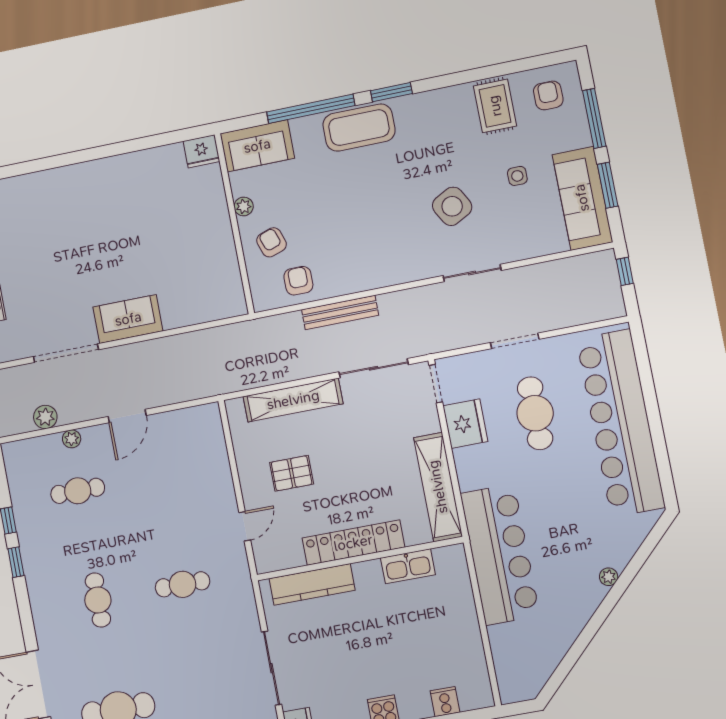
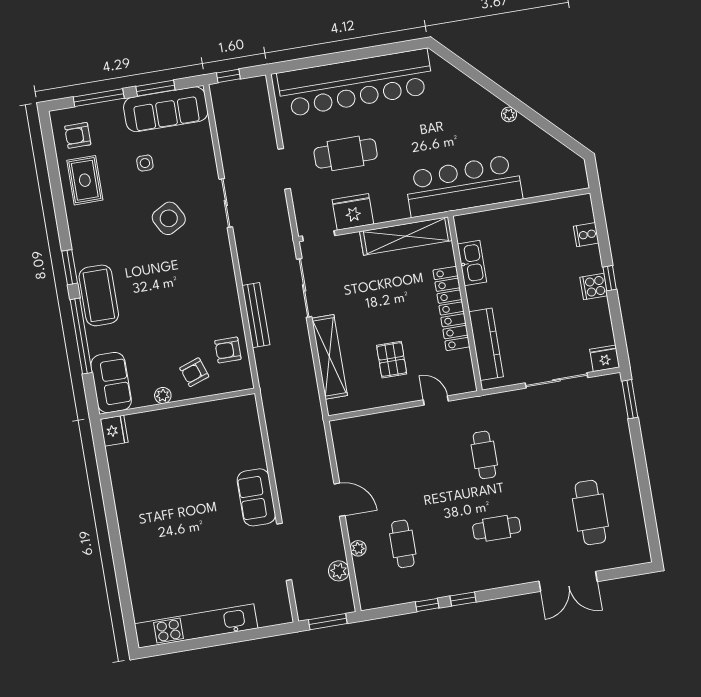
rug: (495, 106) -> (85, 180), turned 90
plant: (609, 577) -> (509, 114), moved

